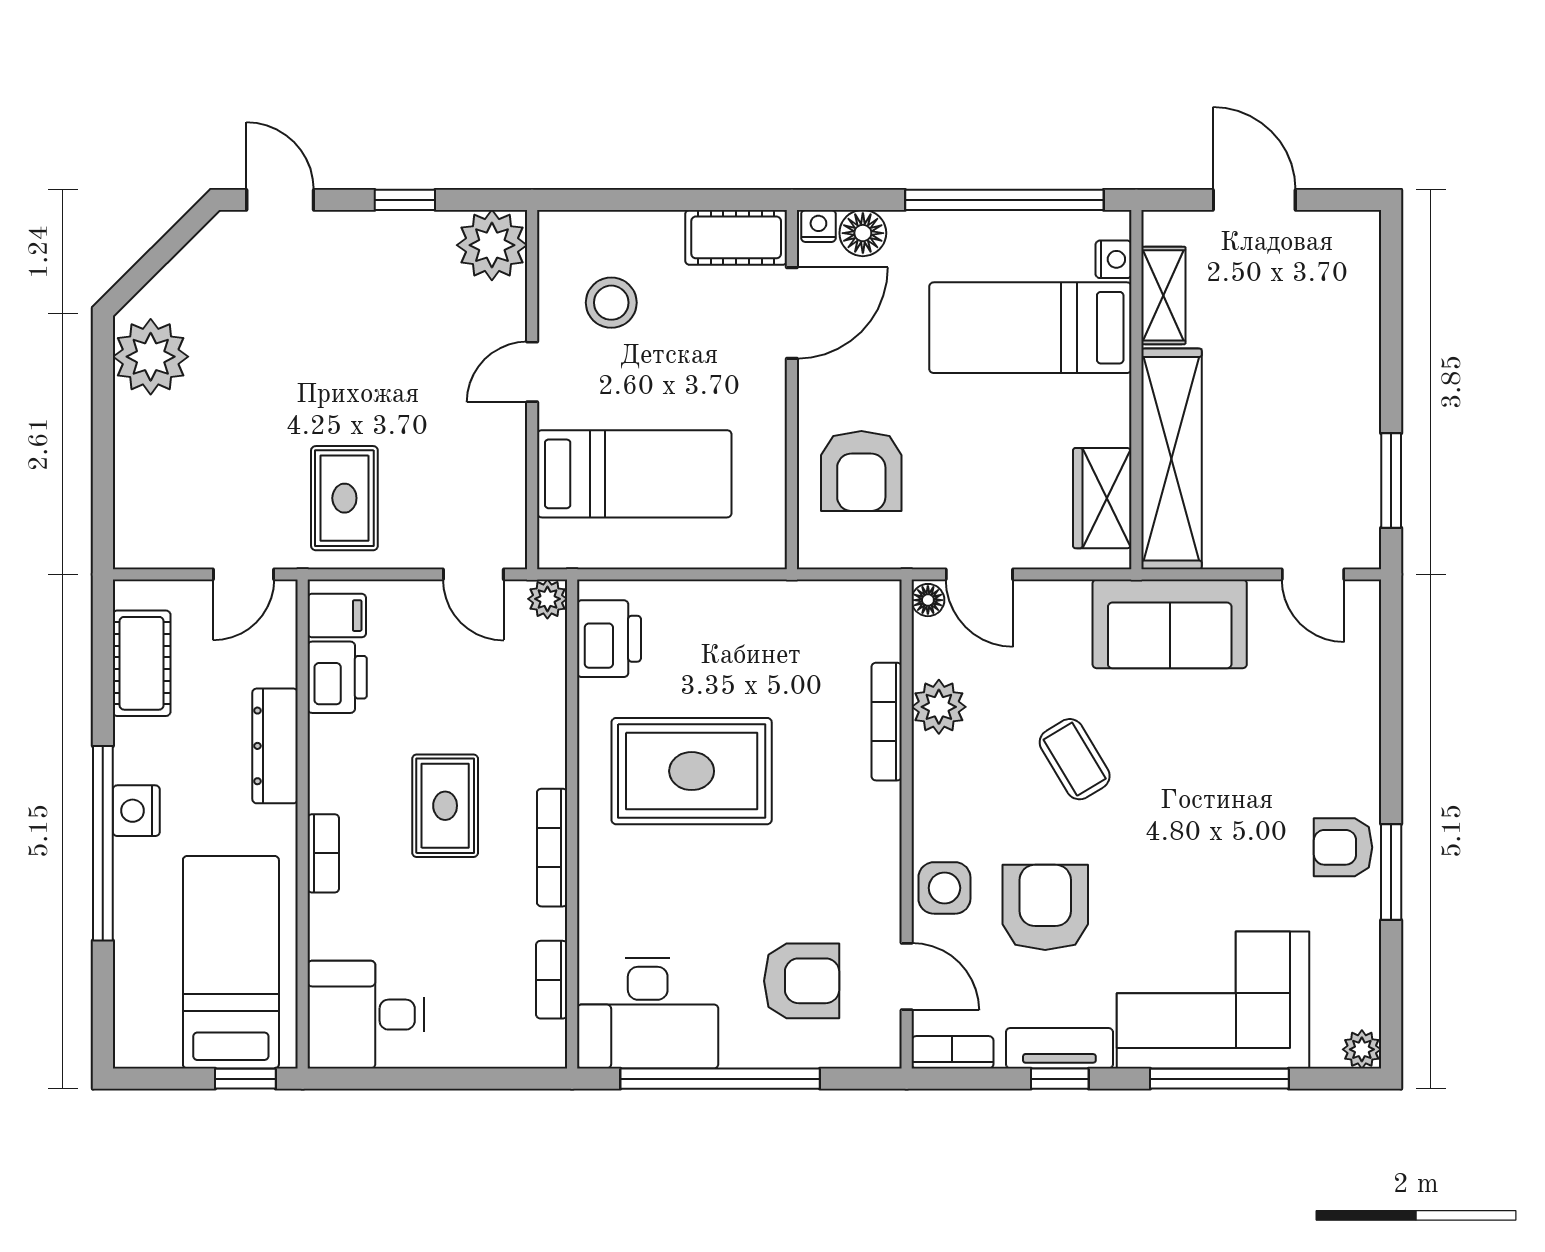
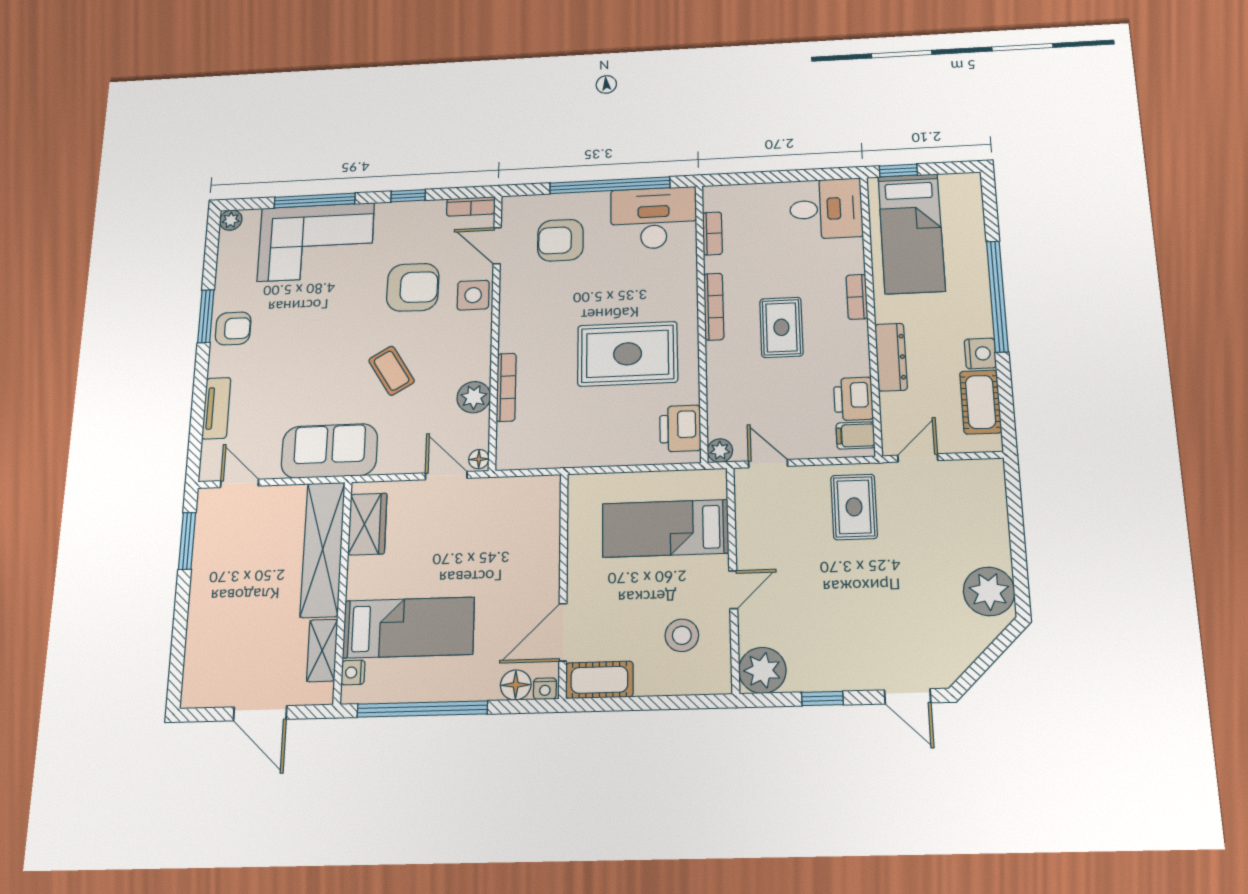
armchair: (861, 471) -> (519, 535), removed
nightstand: (136, 811) -> (980, 353), moved
armchair: (1045, 907) -> (413, 287), turned -89
tv unit: (1059, 1048) -> (216, 408), moved, turned -90

